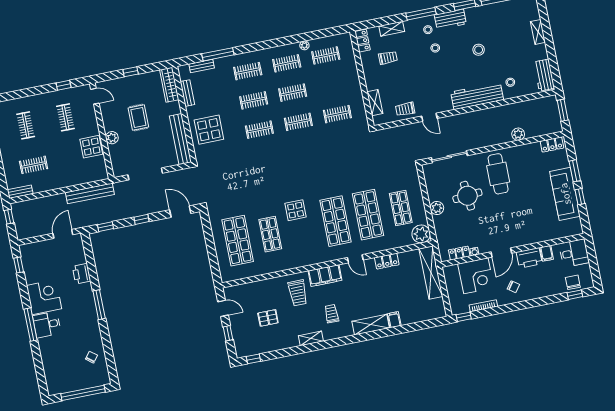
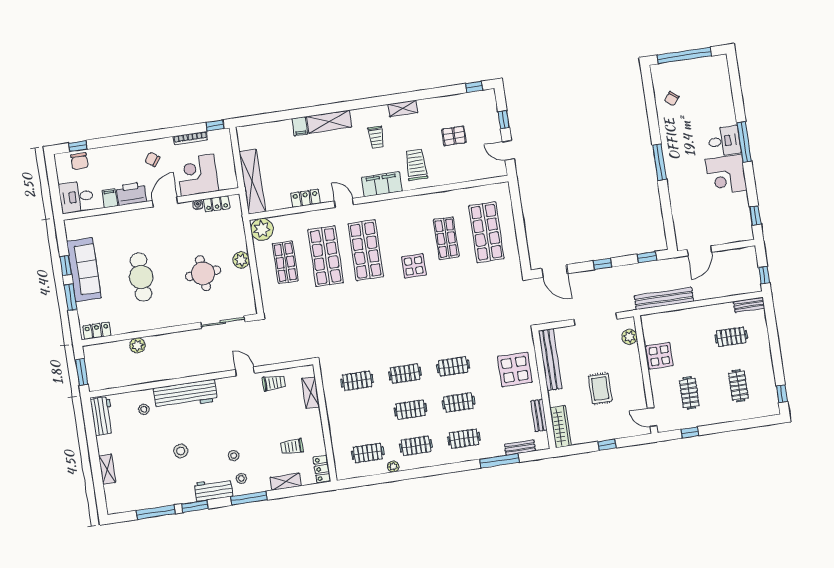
plant: (112, 138) -> (629, 337), moved
cafe table: (498, 174) -> (141, 277), moved
printer: (81, 274) -> (679, 201), removed

